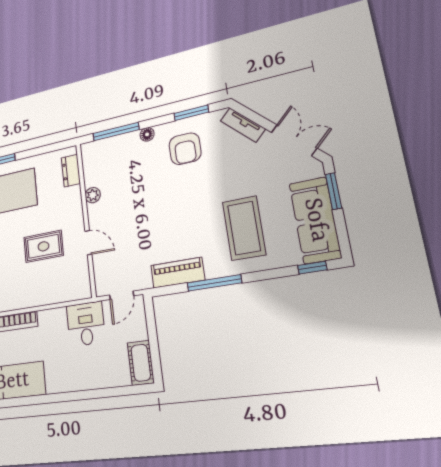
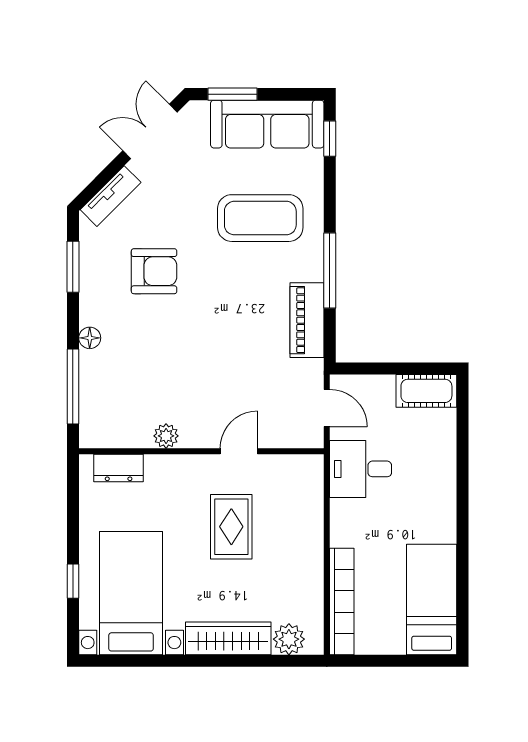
armchair: (185, 149) -> (154, 271), moved

